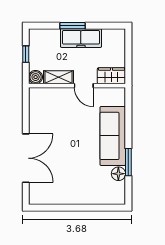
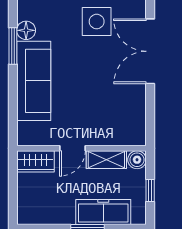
freezer: (81, 38) -> (103, 212), moved
door: (84, 86) -> (72, 148), swing flipped
side table: (66, 180) -> (97, 22), added

